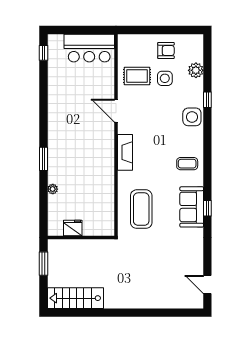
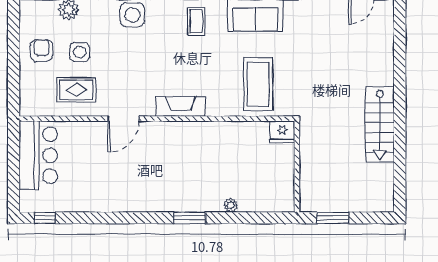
rug: (137, 76) -> (76, 90), turned 90
coffee table: (141, 209) -> (258, 84), turned 90
fridge: (73, 228) -> (282, 132), moved, turned -90
stairs: (75, 298) -> (380, 124), moved

